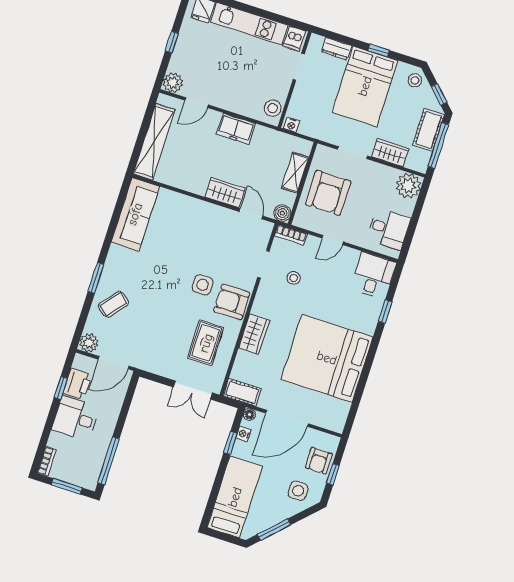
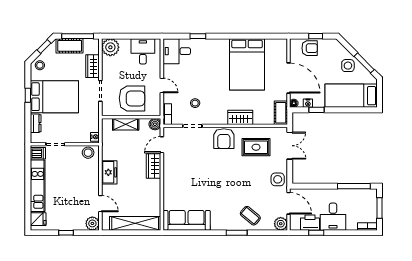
side table: (203, 285) -> (278, 179), moved
bed: (327, 358) -> (247, 64), width x0.73
side table: (298, 491) -> (348, 66), moved

